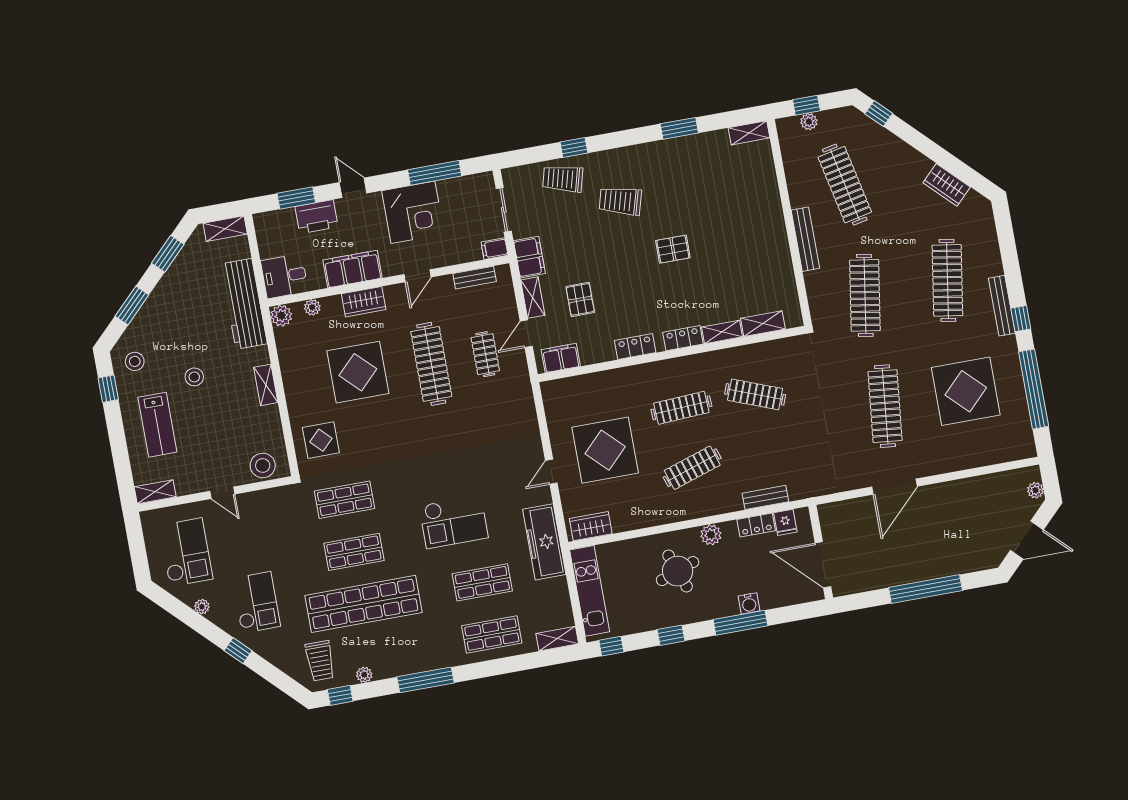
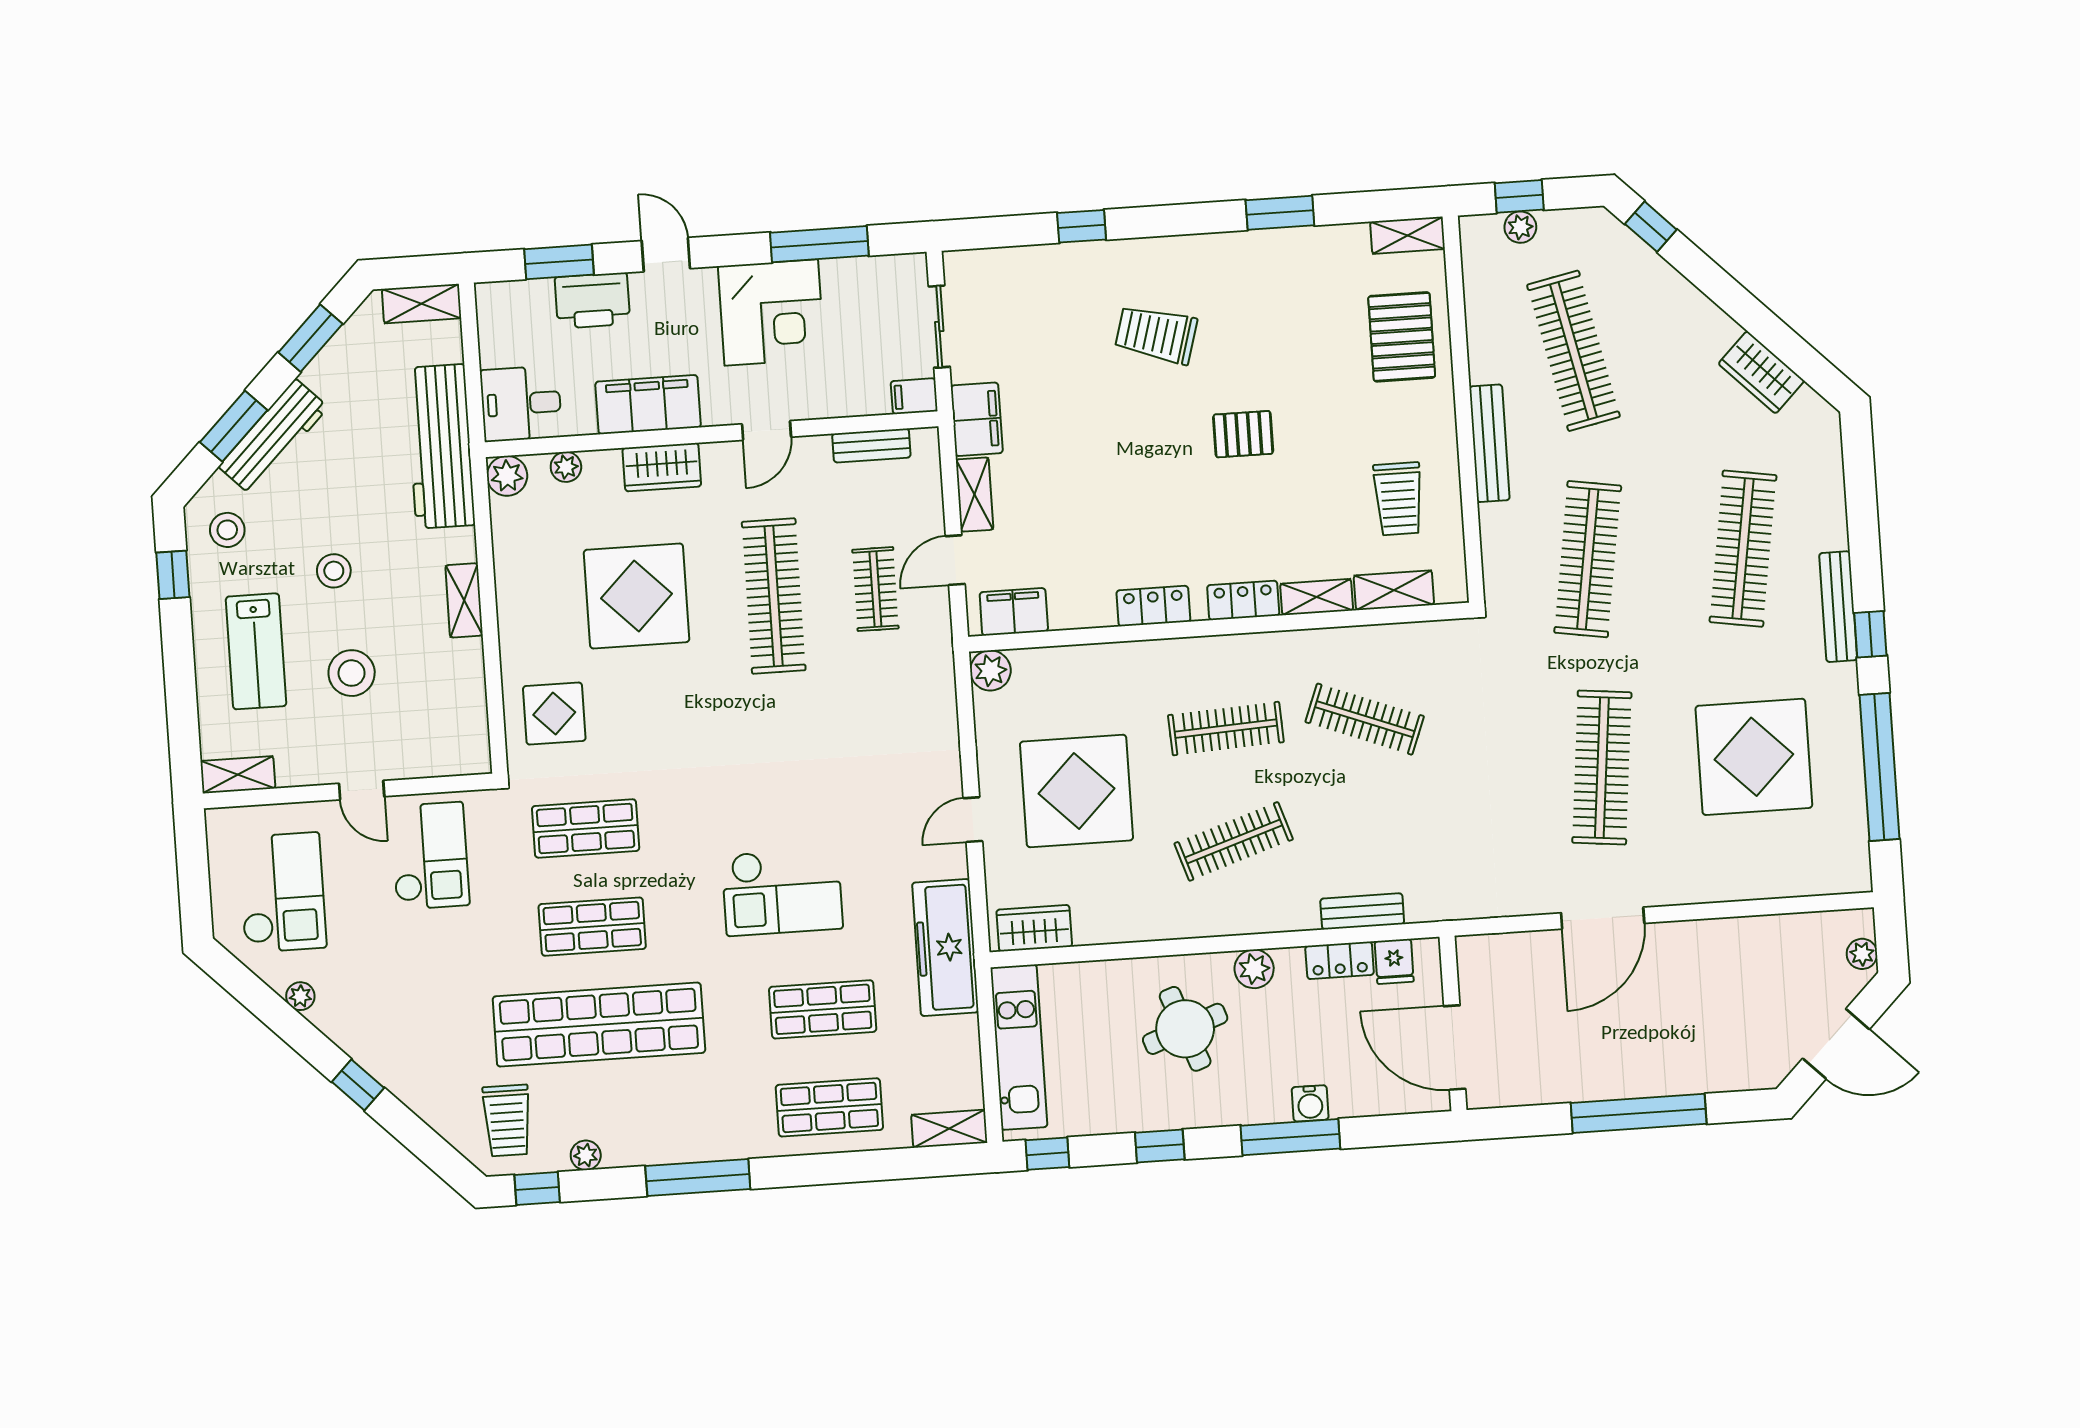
trolley: (563, 179) -> (1398, 499), moved, turned -105
pallet: (580, 299) -> (1402, 337), moved, width x1.50, depth x1.42
workbench: (154, 309) -> (273, 437), added
plant: (552, 391) -> (990, 670), added
stool: (263, 465) -> (352, 673), moved
checkout: (256, 602) -> (430, 856), moved

